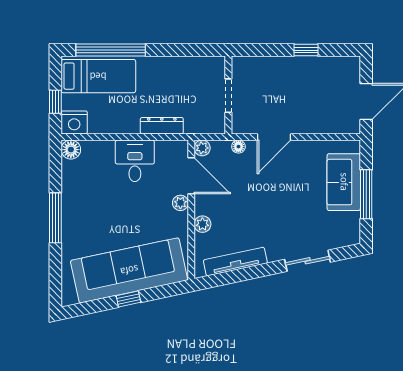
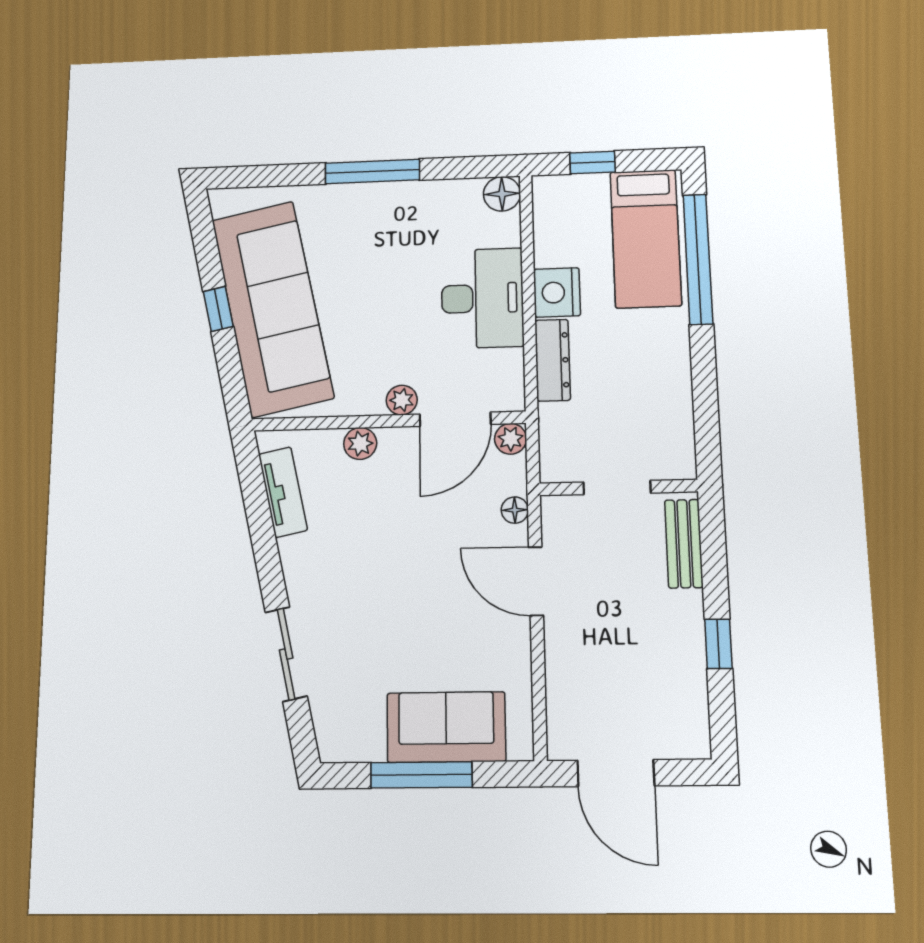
bench: (257, 64) -> (684, 544), added
nightstand: (74, 122) -> (557, 292), moved
desk: (135, 161) -> (482, 298), width x1.37
tv unit: (235, 262) -> (283, 492), width x0.71

